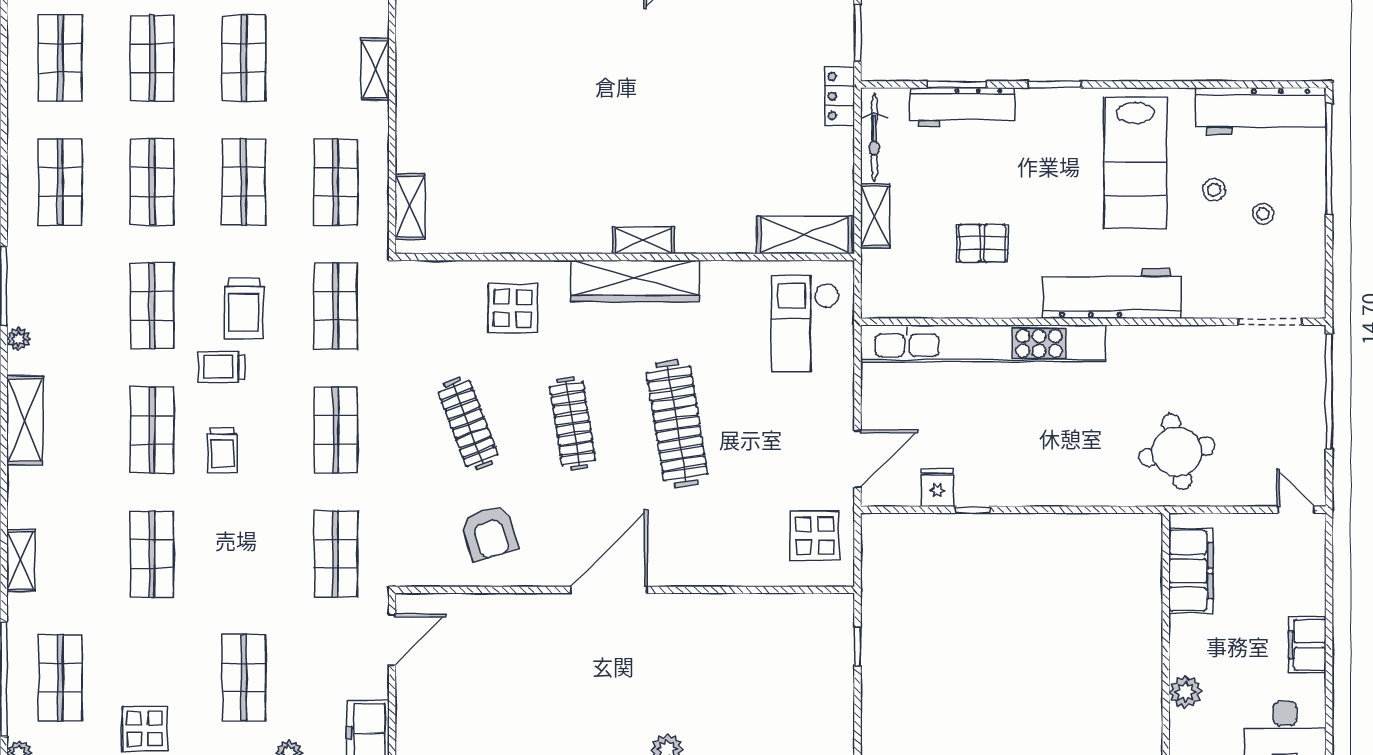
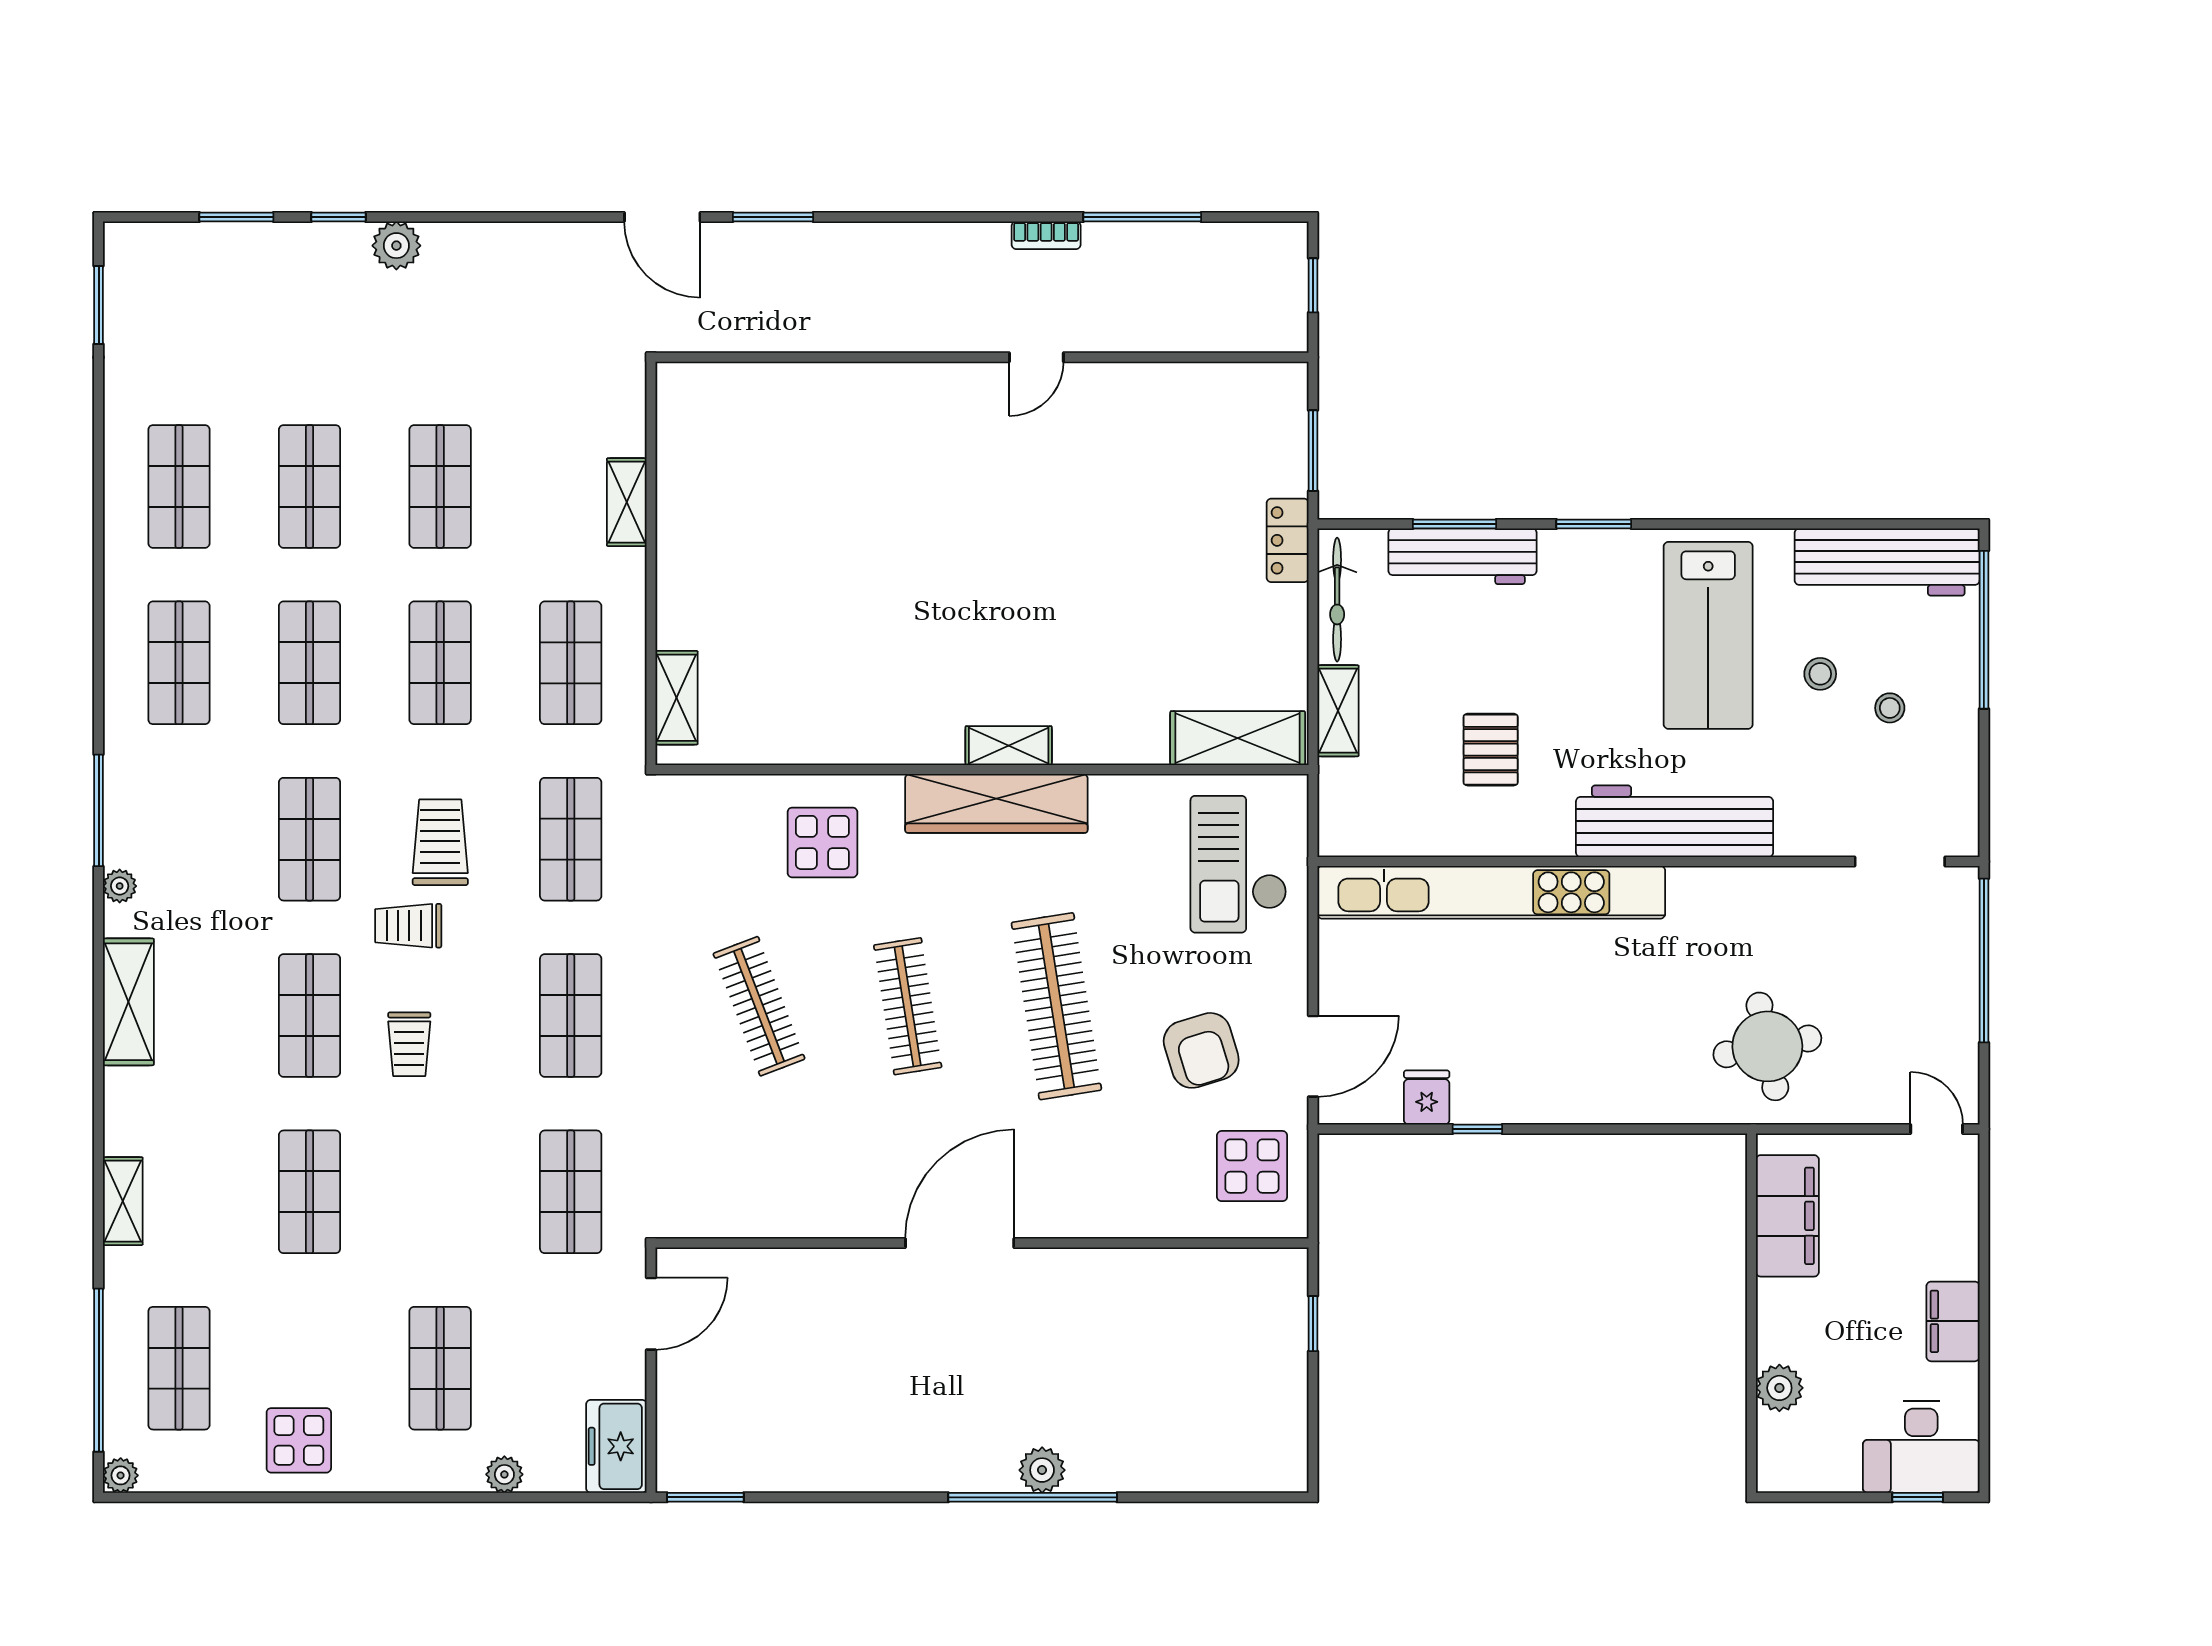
pallet: (982, 243) -> (1491, 750), turned 90
trolley: (244, 308) -> (440, 842), turned 180
armchair: (489, 533) -> (1201, 1050), moved

